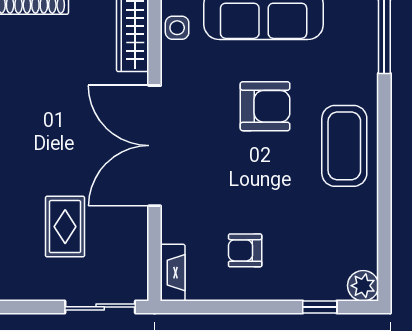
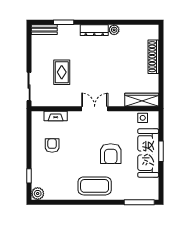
double door: (155, 146) -> (95, 109), width x0.54
rug: (65, 227) -> (62, 72), turned 90
fireplace: (173, 273) -> (56, 116), moved

